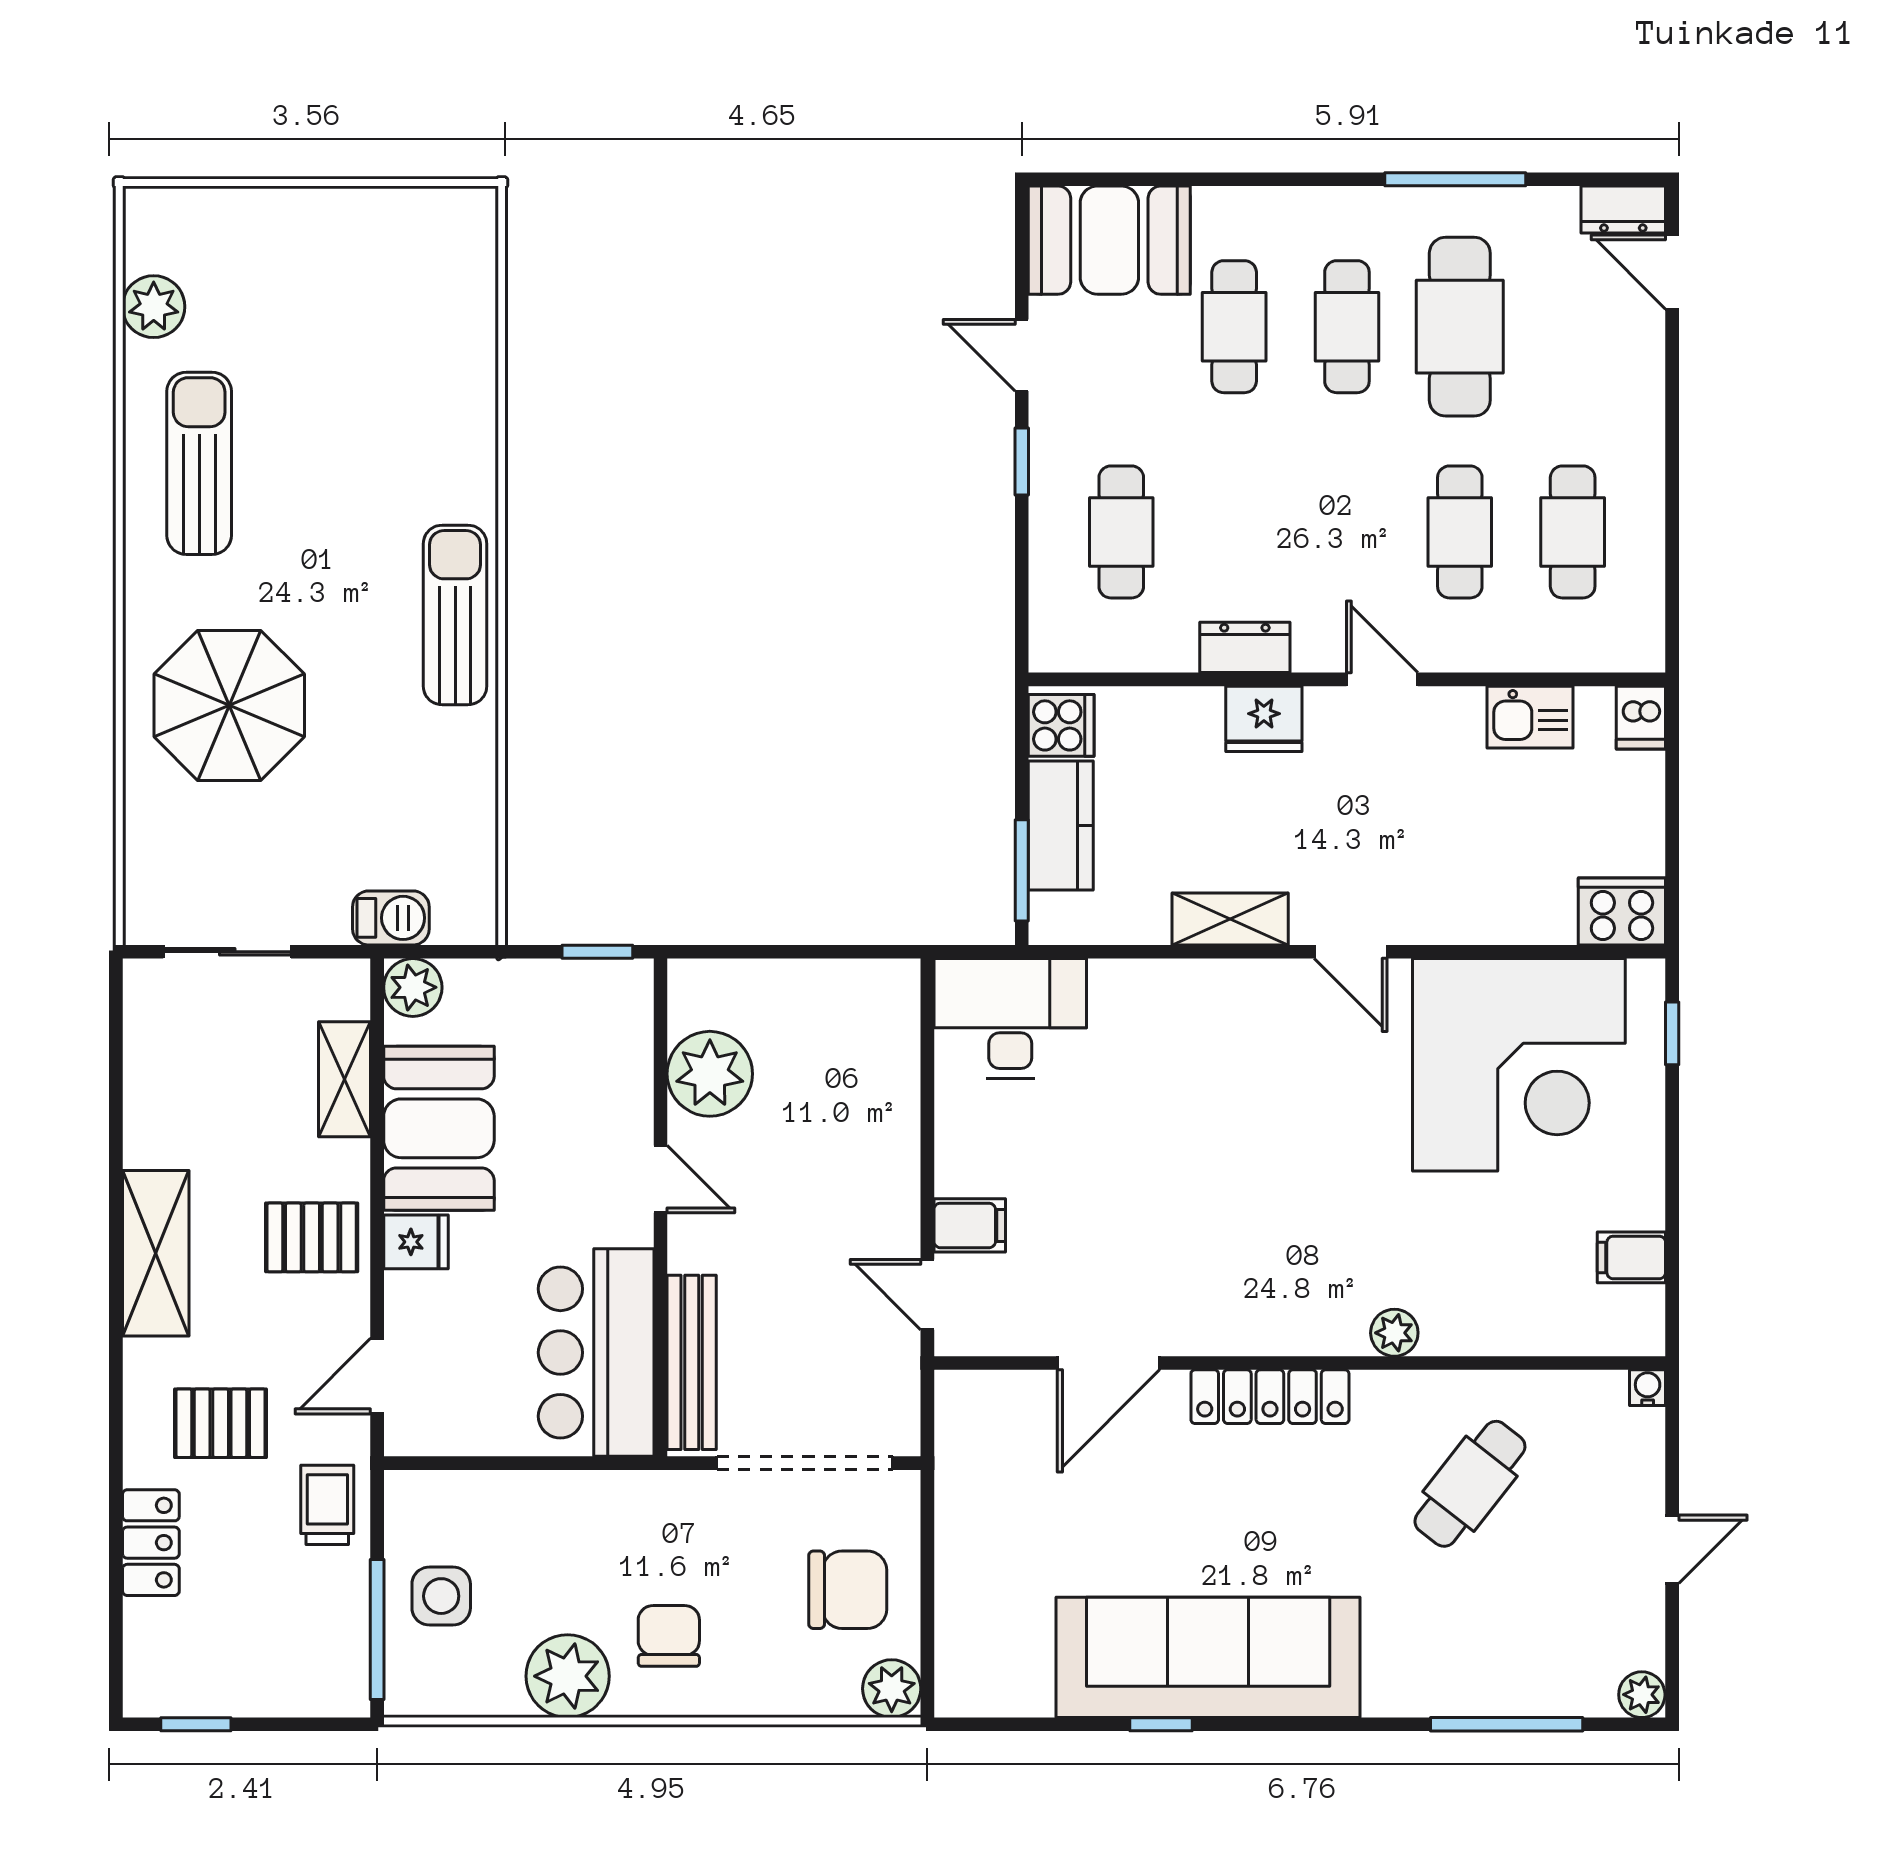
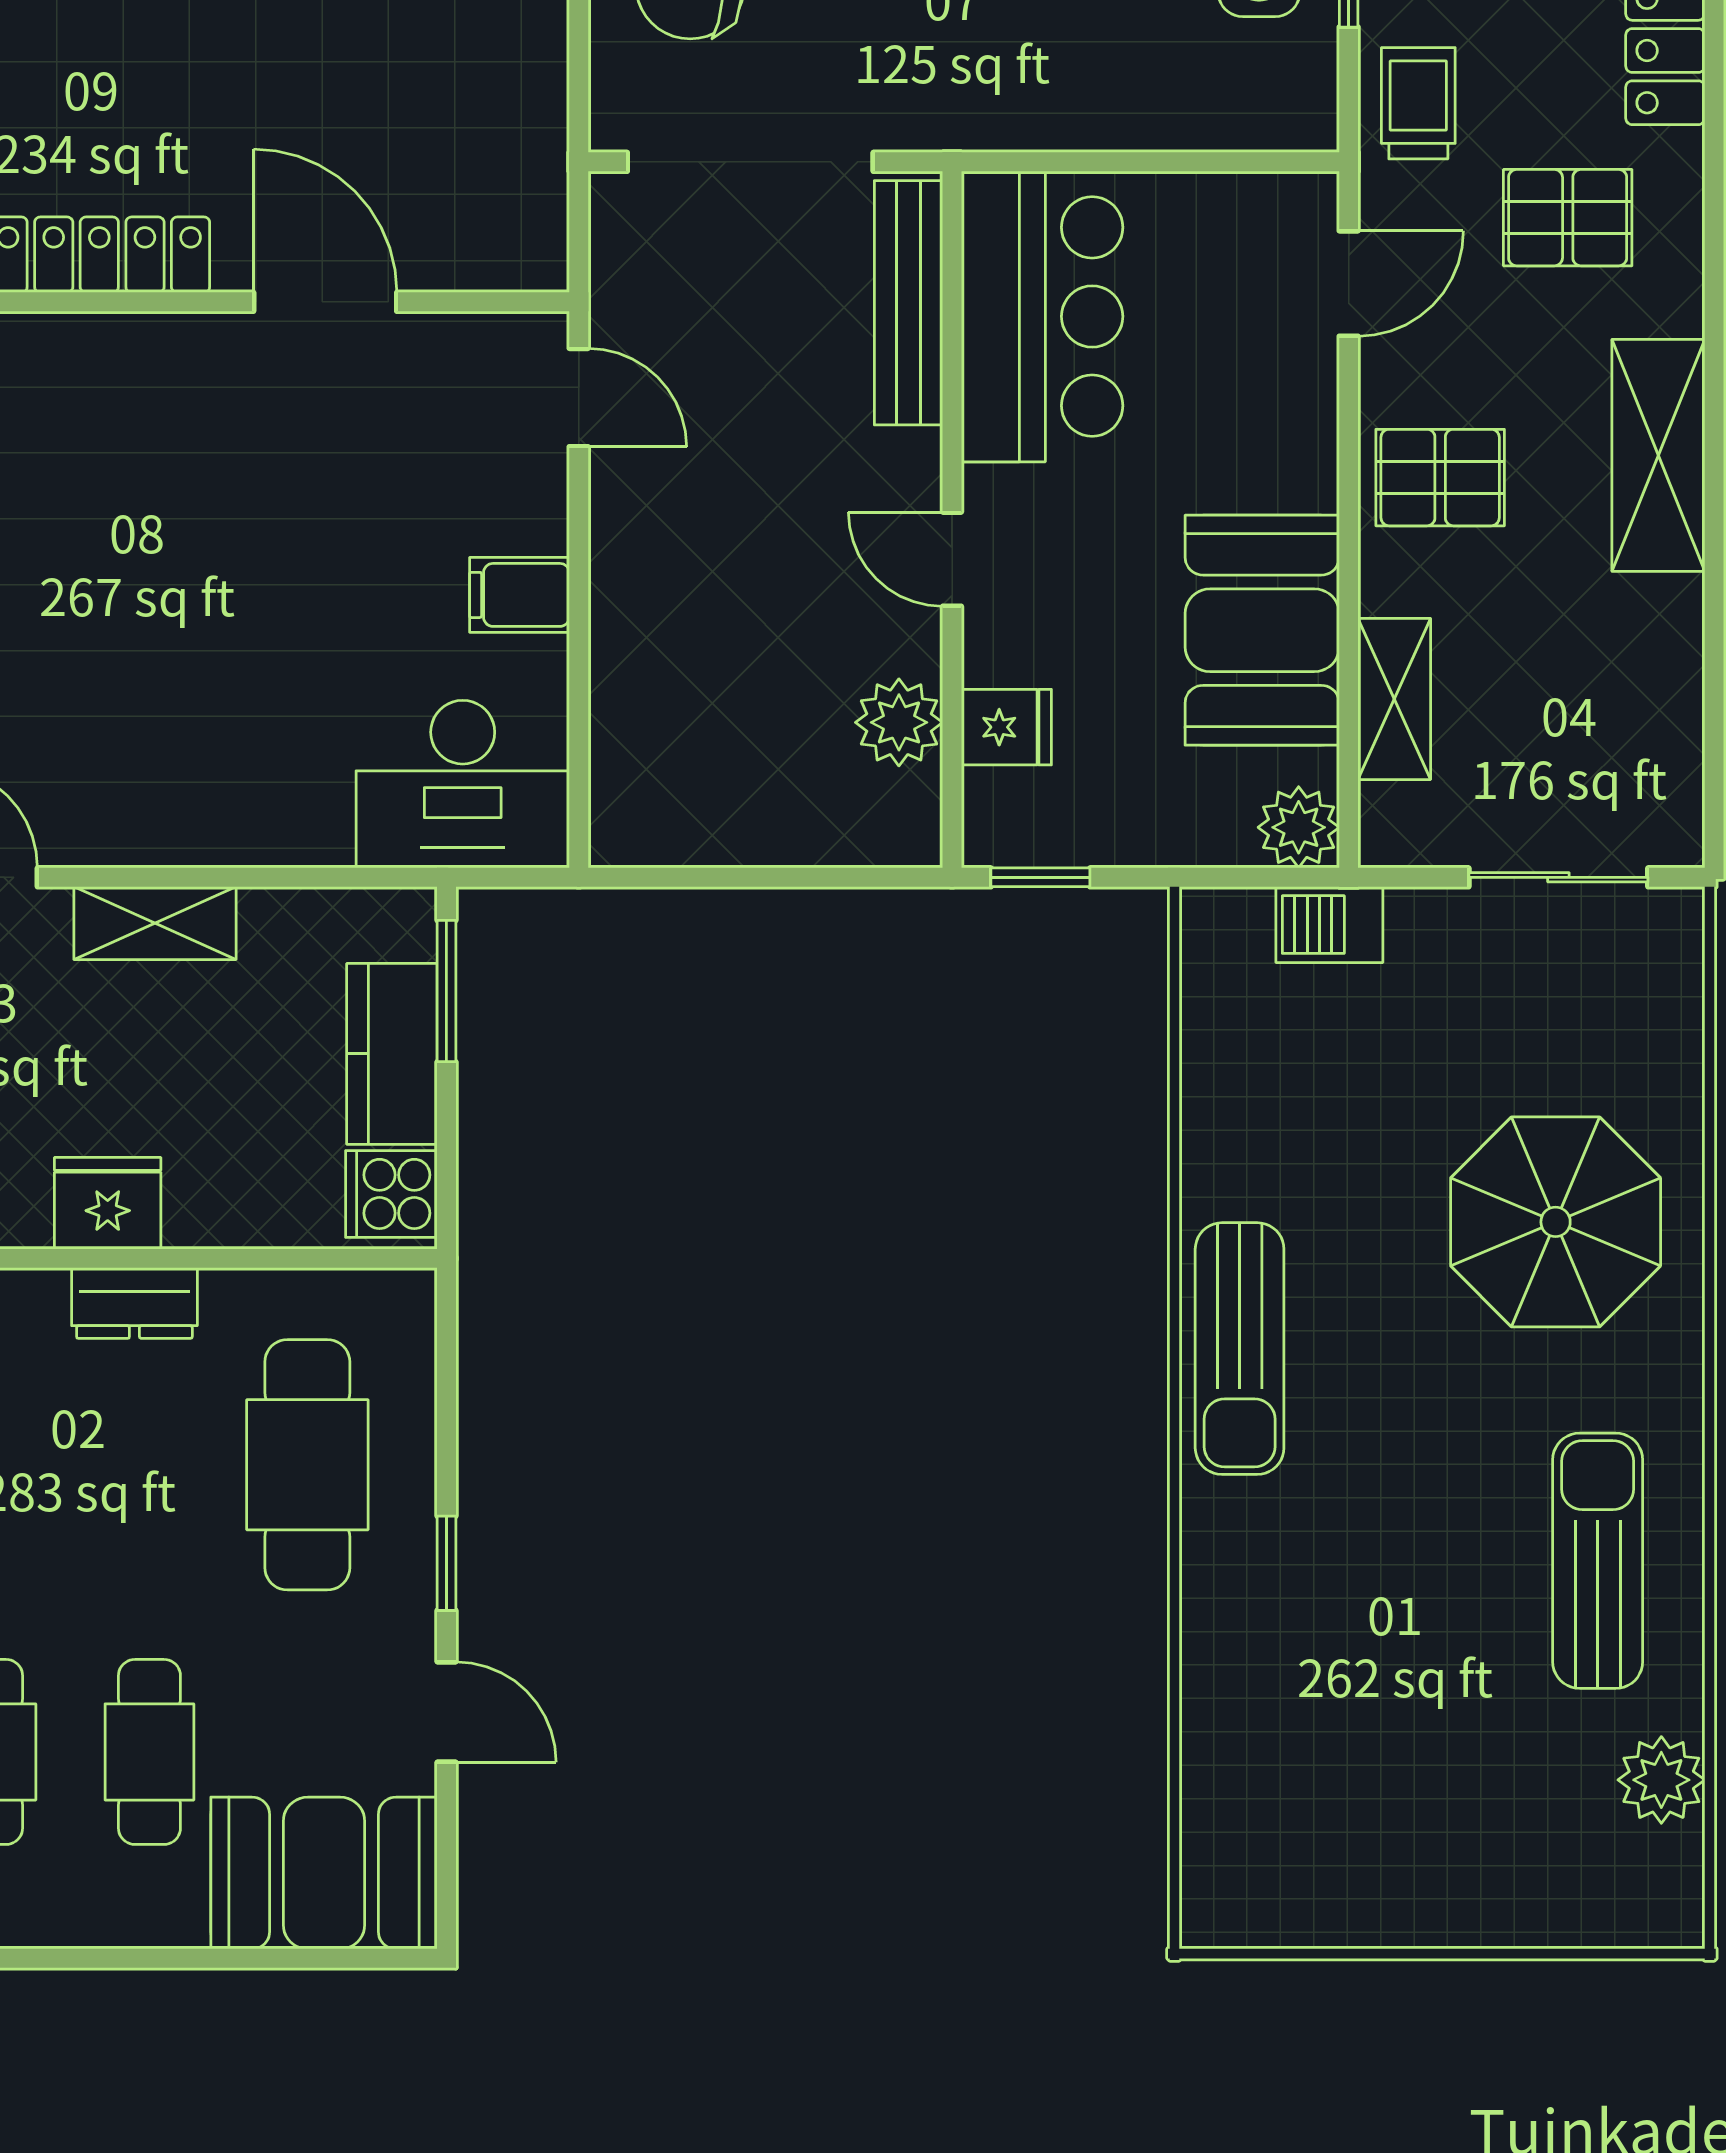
sun lounger: (199, 463) -> (1598, 1561), turned 180
cafe table: (1121, 532) -> (307, 1465), width x1.37, depth x1.35
plant: (710, 1074) -> (899, 722), width x0.73, depth x0.73
filing cabinet: (970, 1225) -> (519, 595), moved
fridge: (416, 1242) -> (1006, 727), moved, turned 180
door: (1109, 1363) -> (325, 302), hinge flipped
trolley: (327, 1505) -> (1418, 103), turned 180

